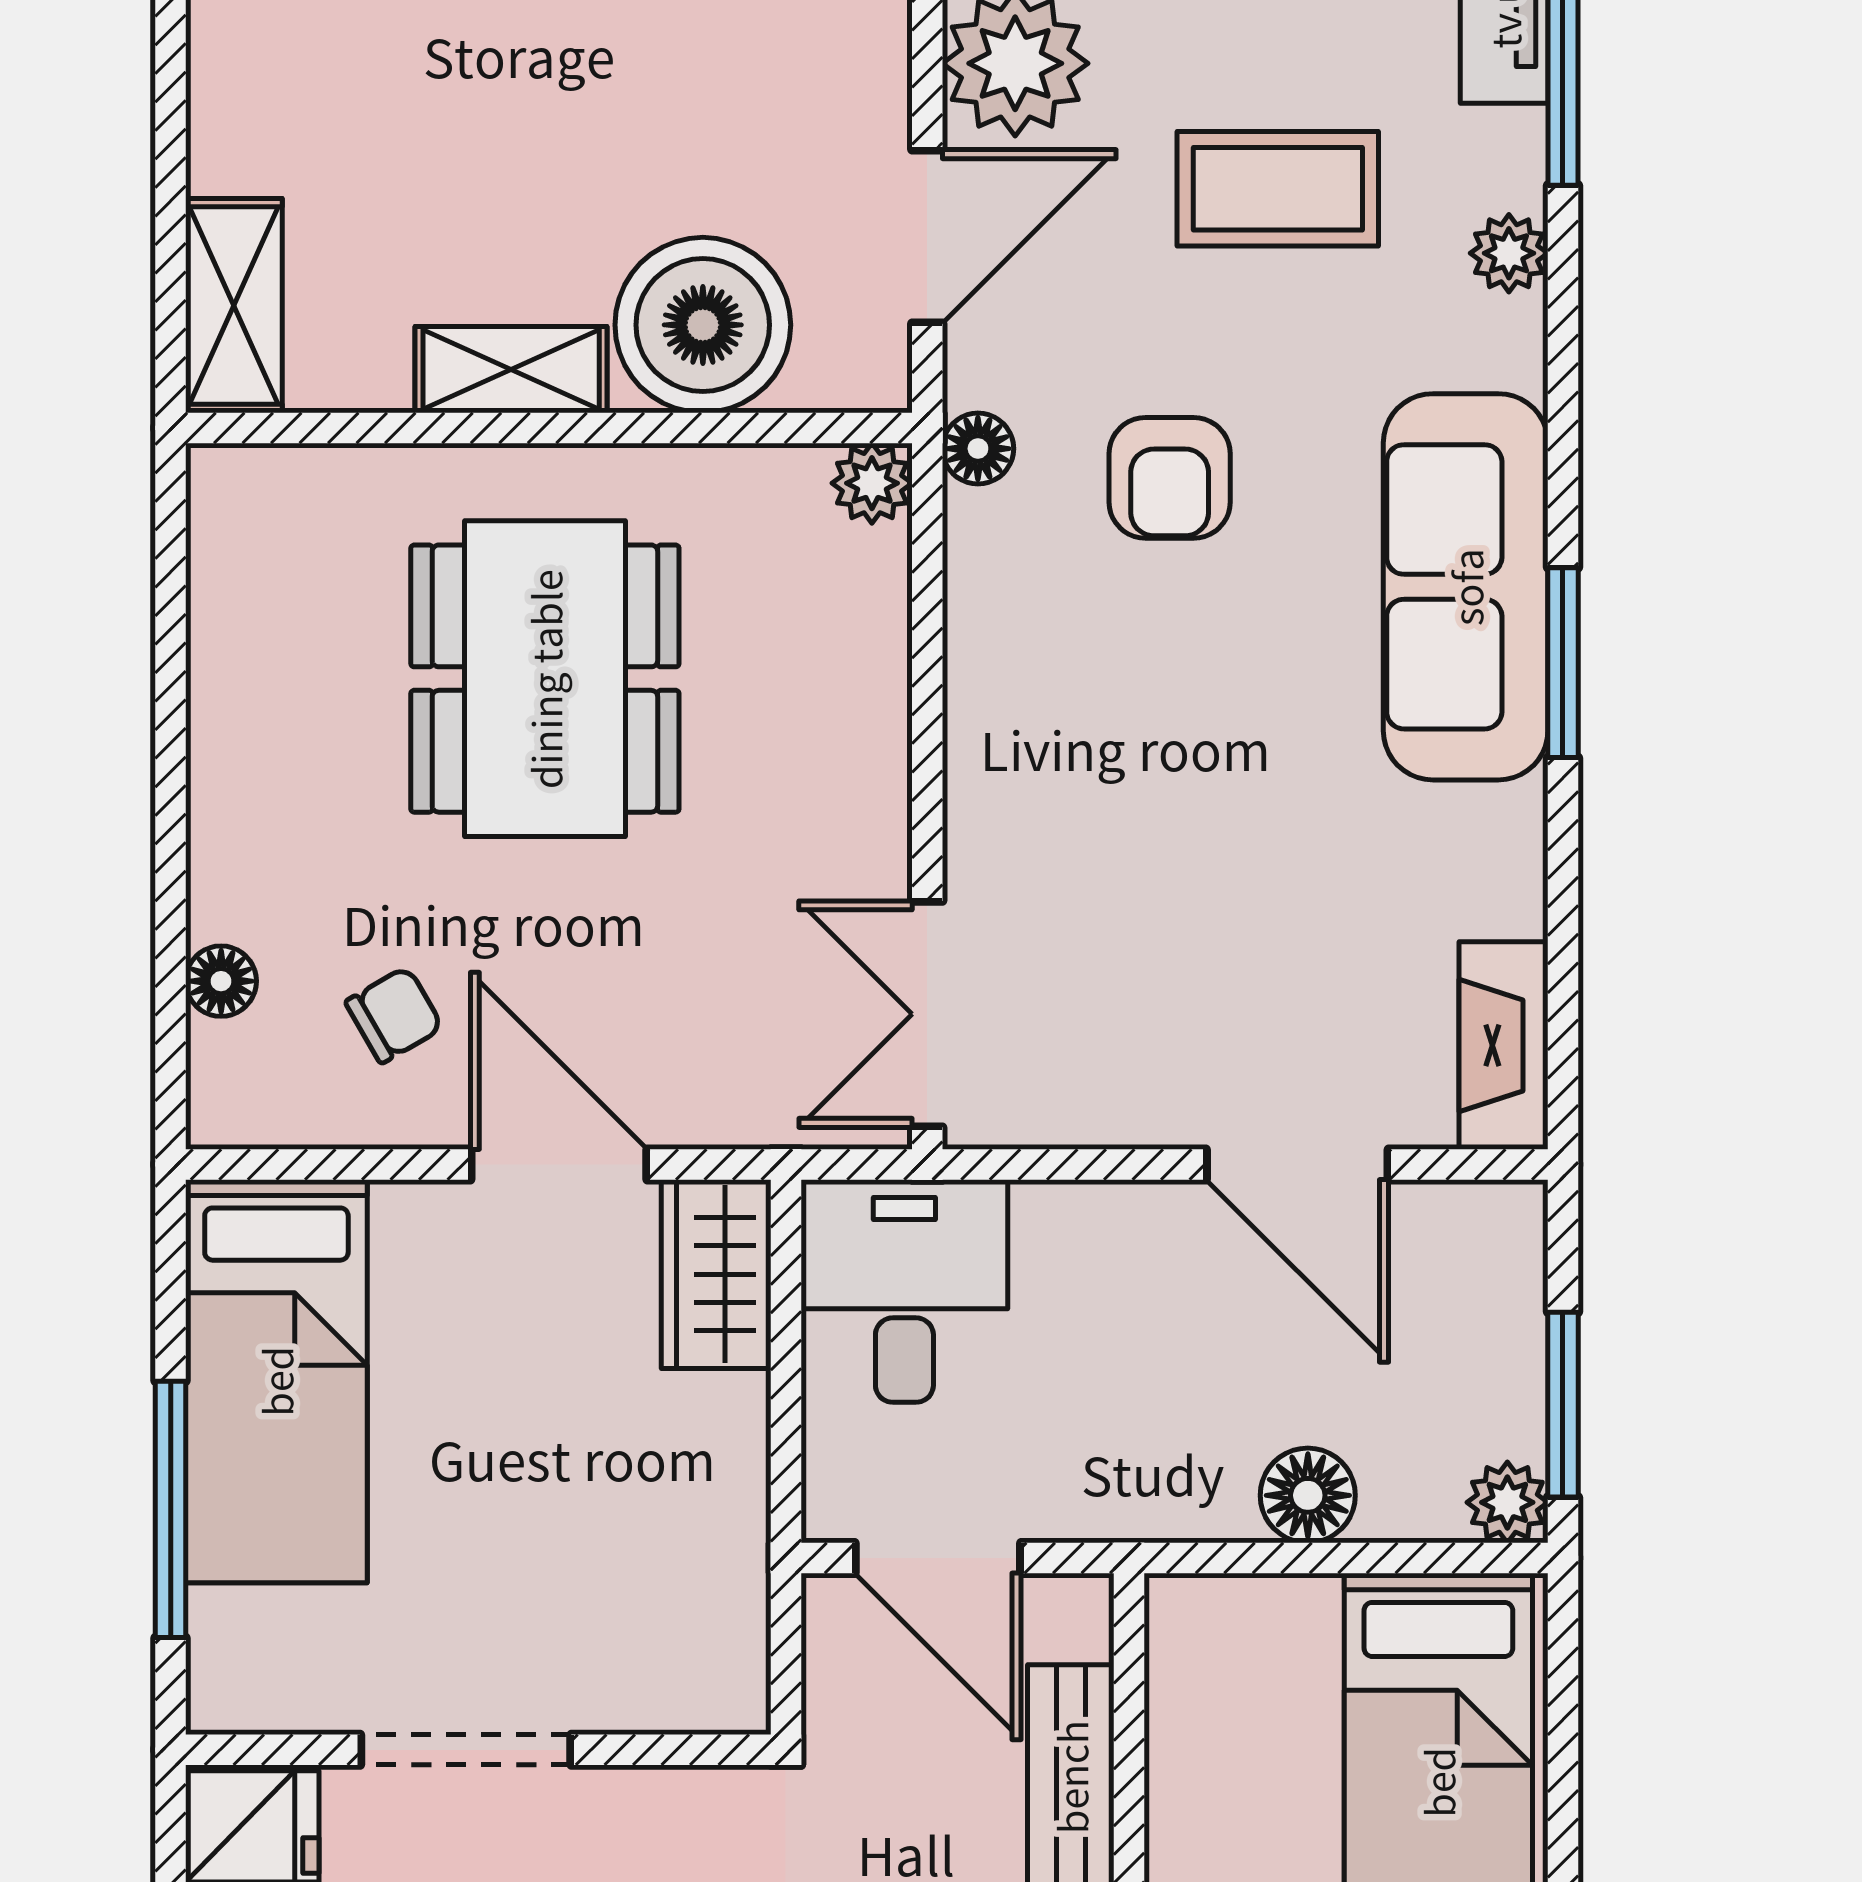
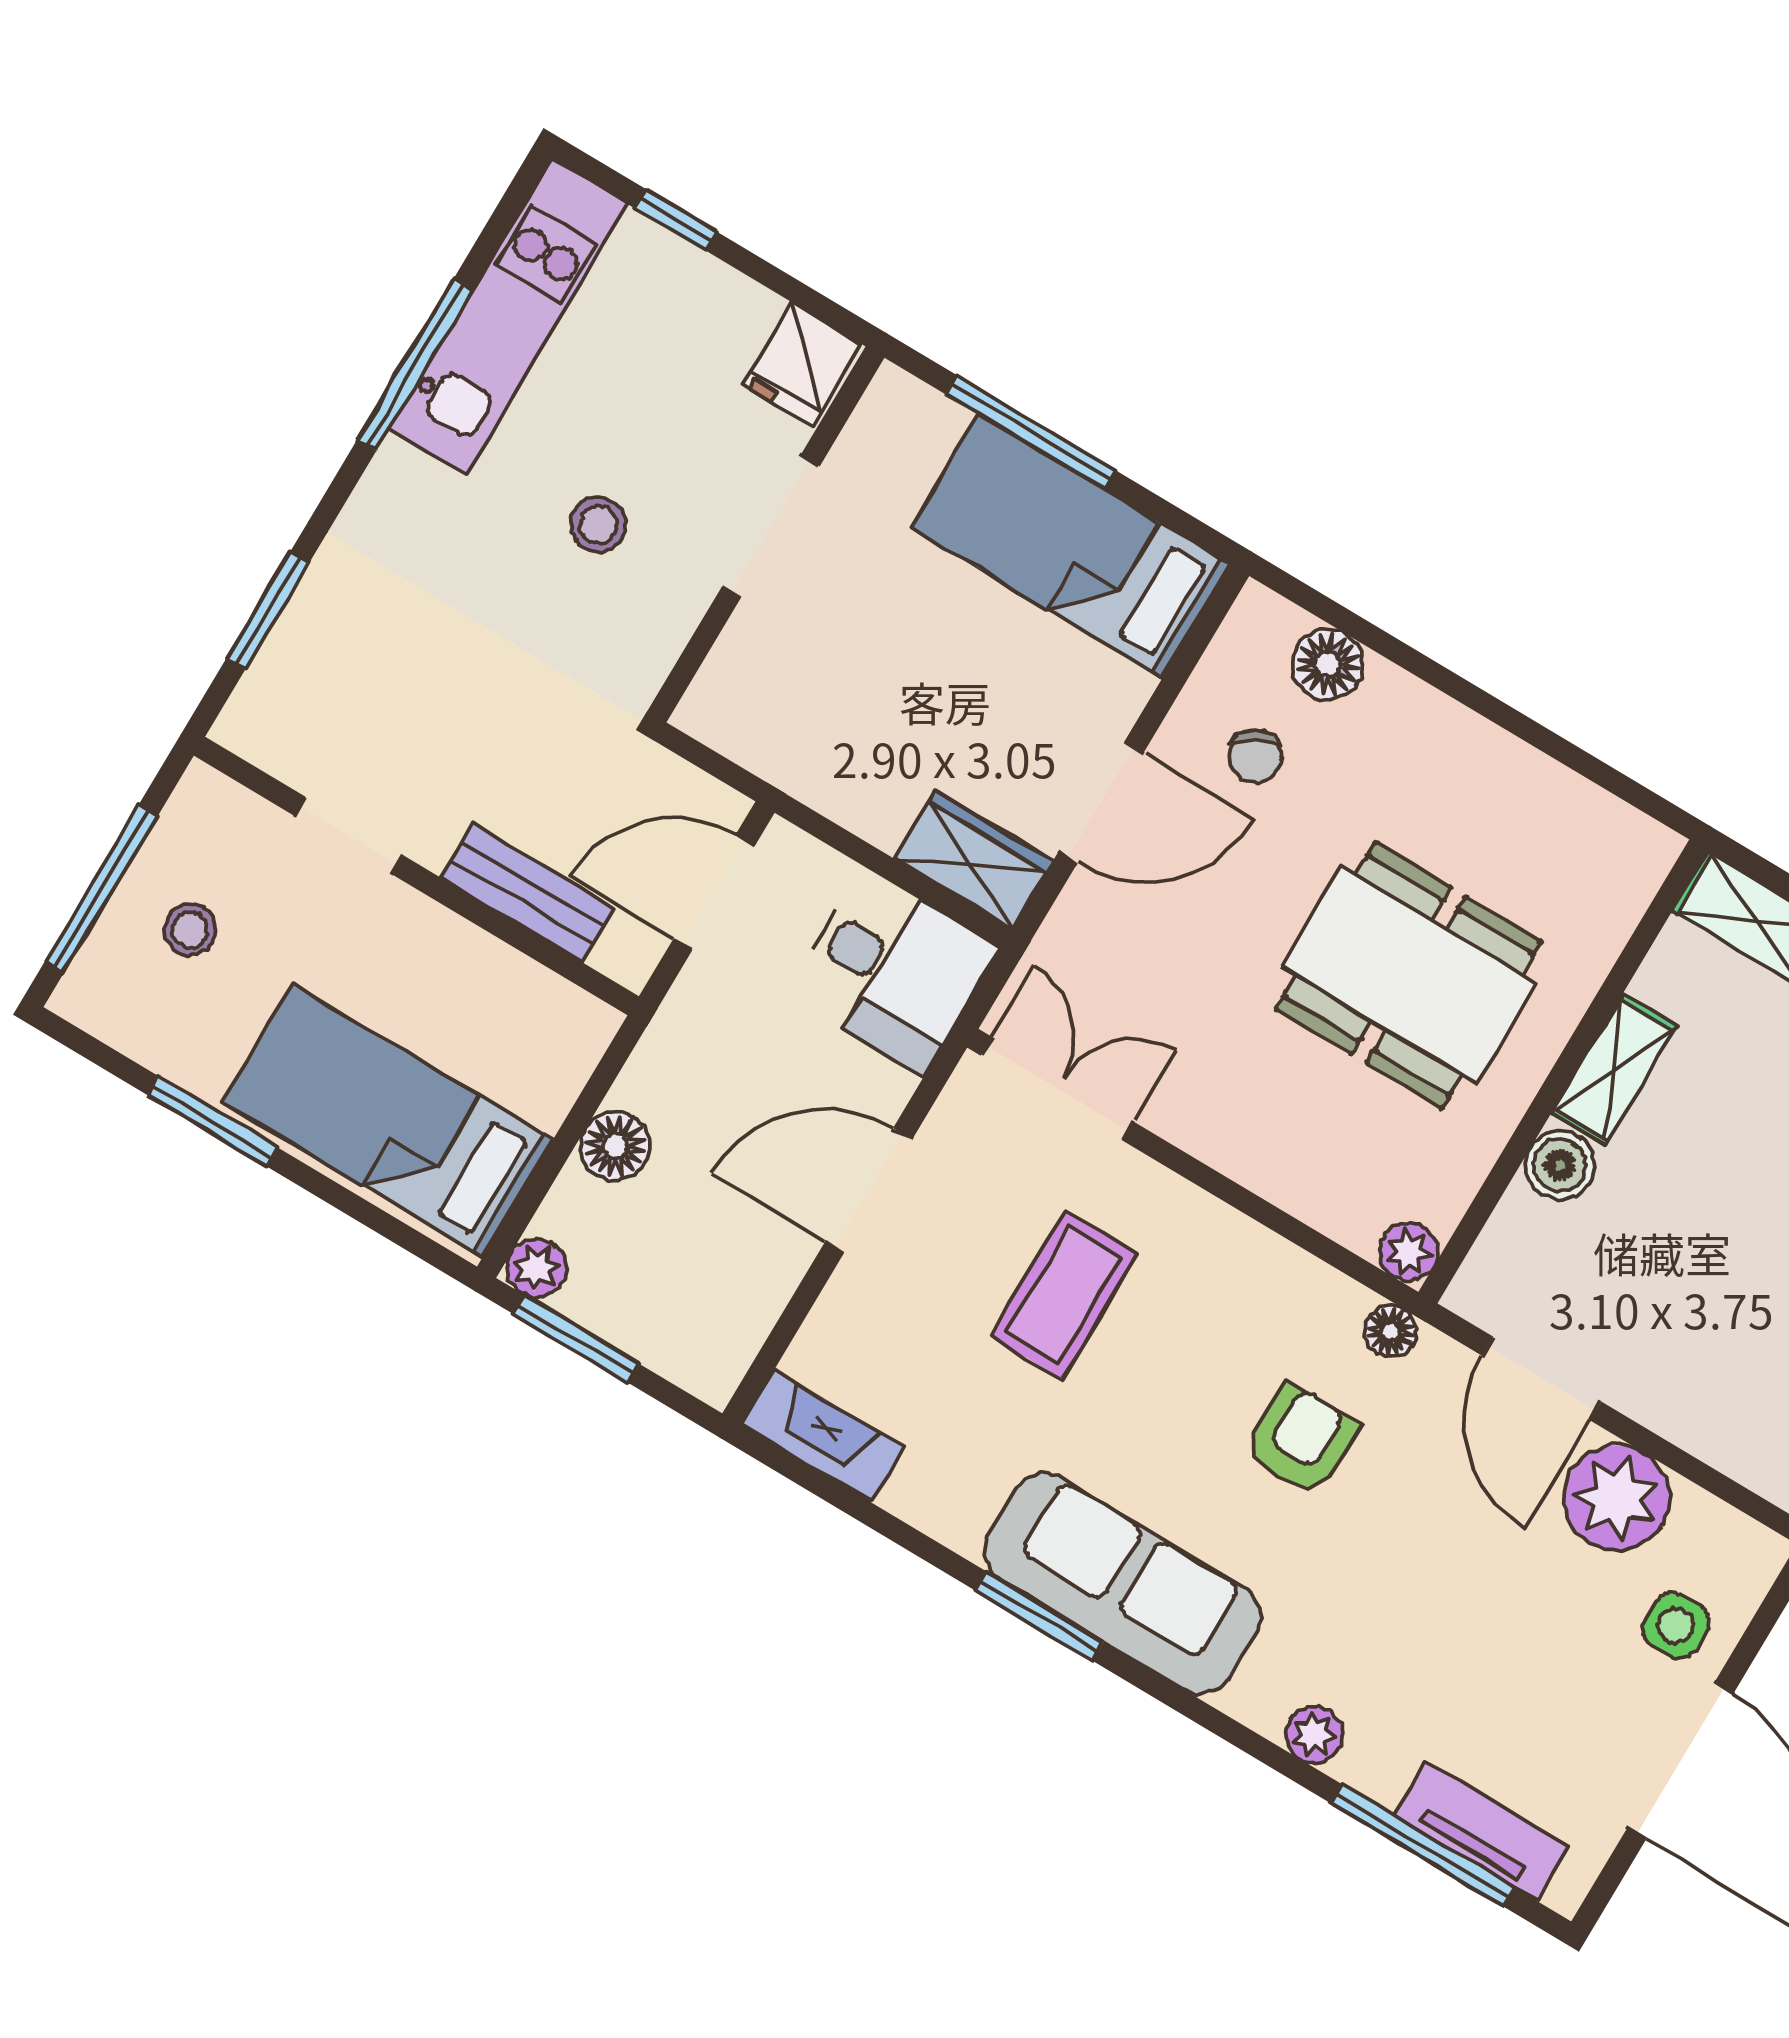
coffee table: (1278, 189) -> (1064, 1295), moved
boiler: (703, 325) -> (1560, 1165), width x0.54, depth x0.54
armchair: (1170, 478) -> (1301, 1440), turned 90
floor lamp: (221, 981) -> (1328, 664), width x1.37, depth x1.37
door: (1297, 1164) -> (869, 1191), moved

